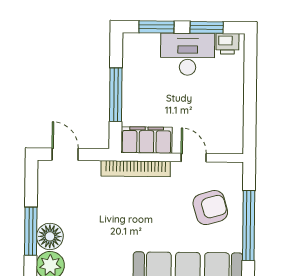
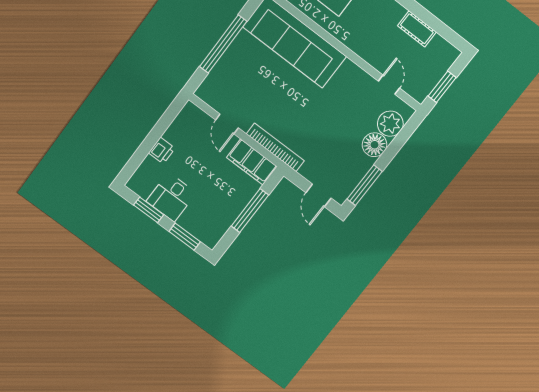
printer: (227, 44) -> (162, 151), moved, turned 90
desk: (188, 54) -> (171, 197), width x0.73
armchair: (210, 208) -> (242, 78), removed
window: (31, 231) -> (365, 185), moved

